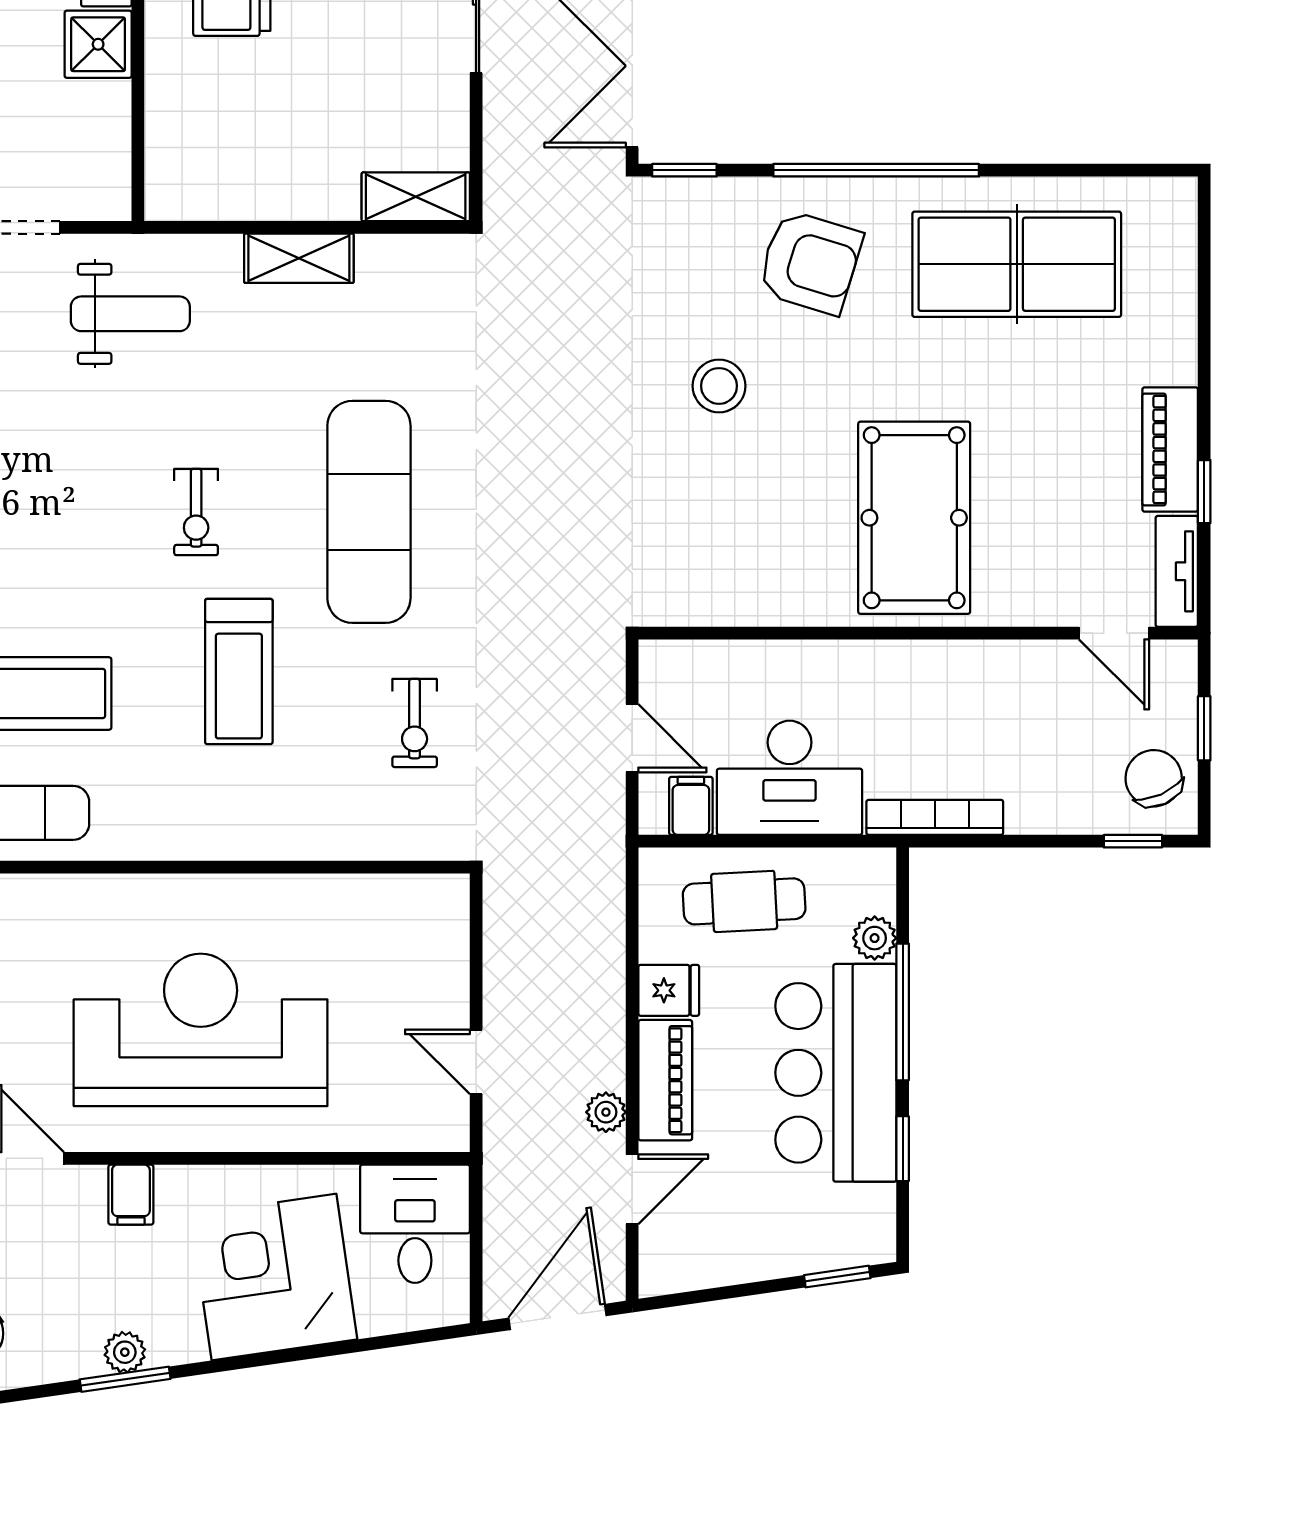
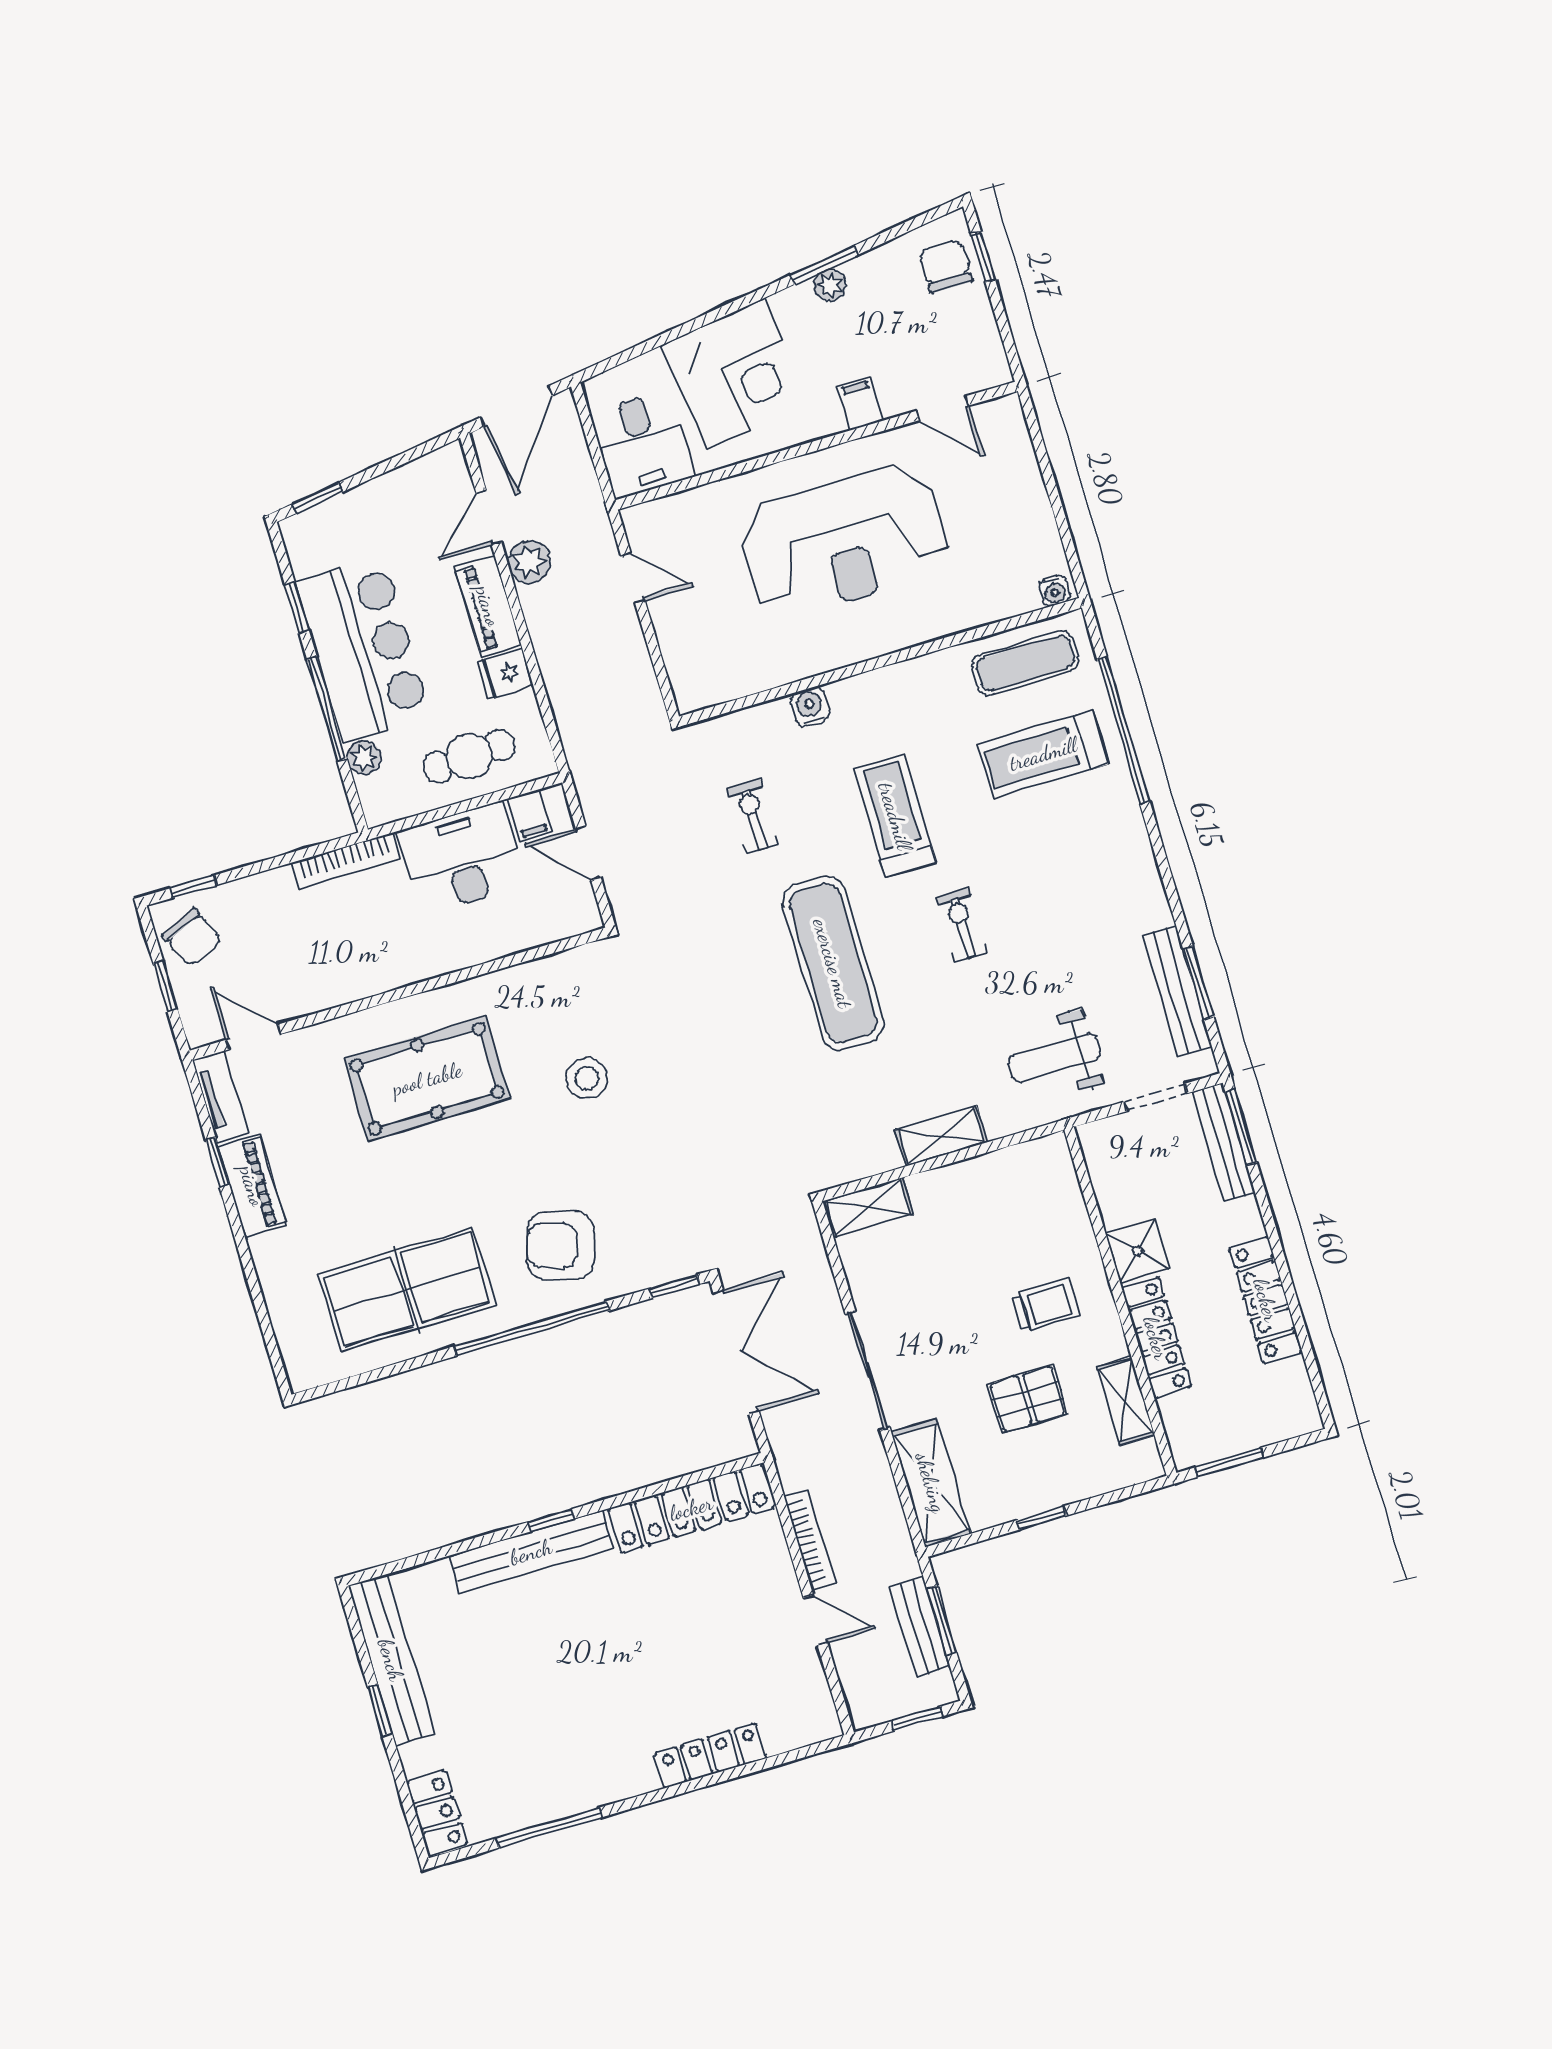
stool: (719, 386) -> (587, 1078), moved
pool table: (914, 518) -> (427, 1079), turned 90
water cooler: (304, 838) -> (810, 707), added
plant: (606, 1112) -> (529, 562), width x1.38, depth x1.38

